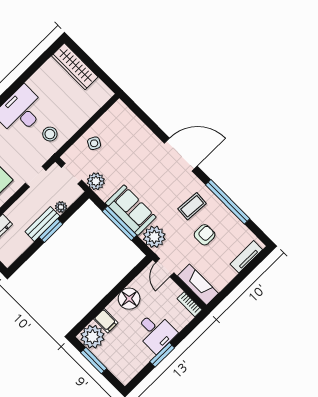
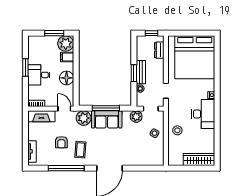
stool: (50, 134) -> (177, 130), moved

